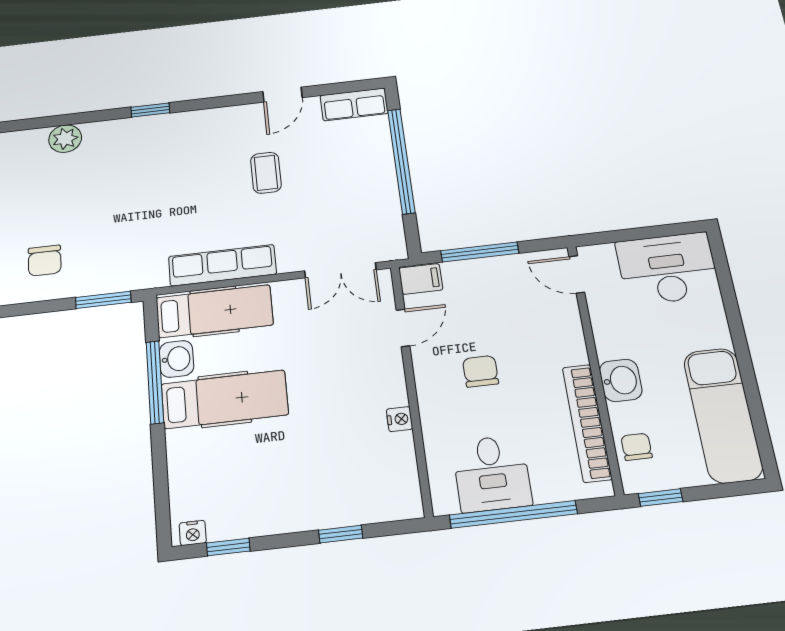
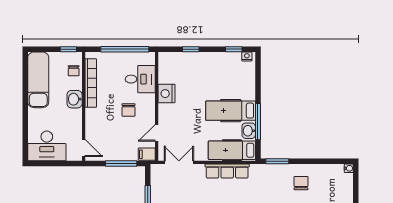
nightstand: (400, 419) -> (167, 94), width x1.89, depth x1.79
desk: (492, 473) -> (140, 79), moved, turned 90

